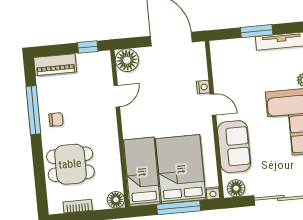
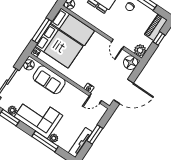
window: (88, 47) -> (159, 38), moved
plant: (101, 61) -> (140, 50), added
door: (213, 105) -> (95, 98), moved

